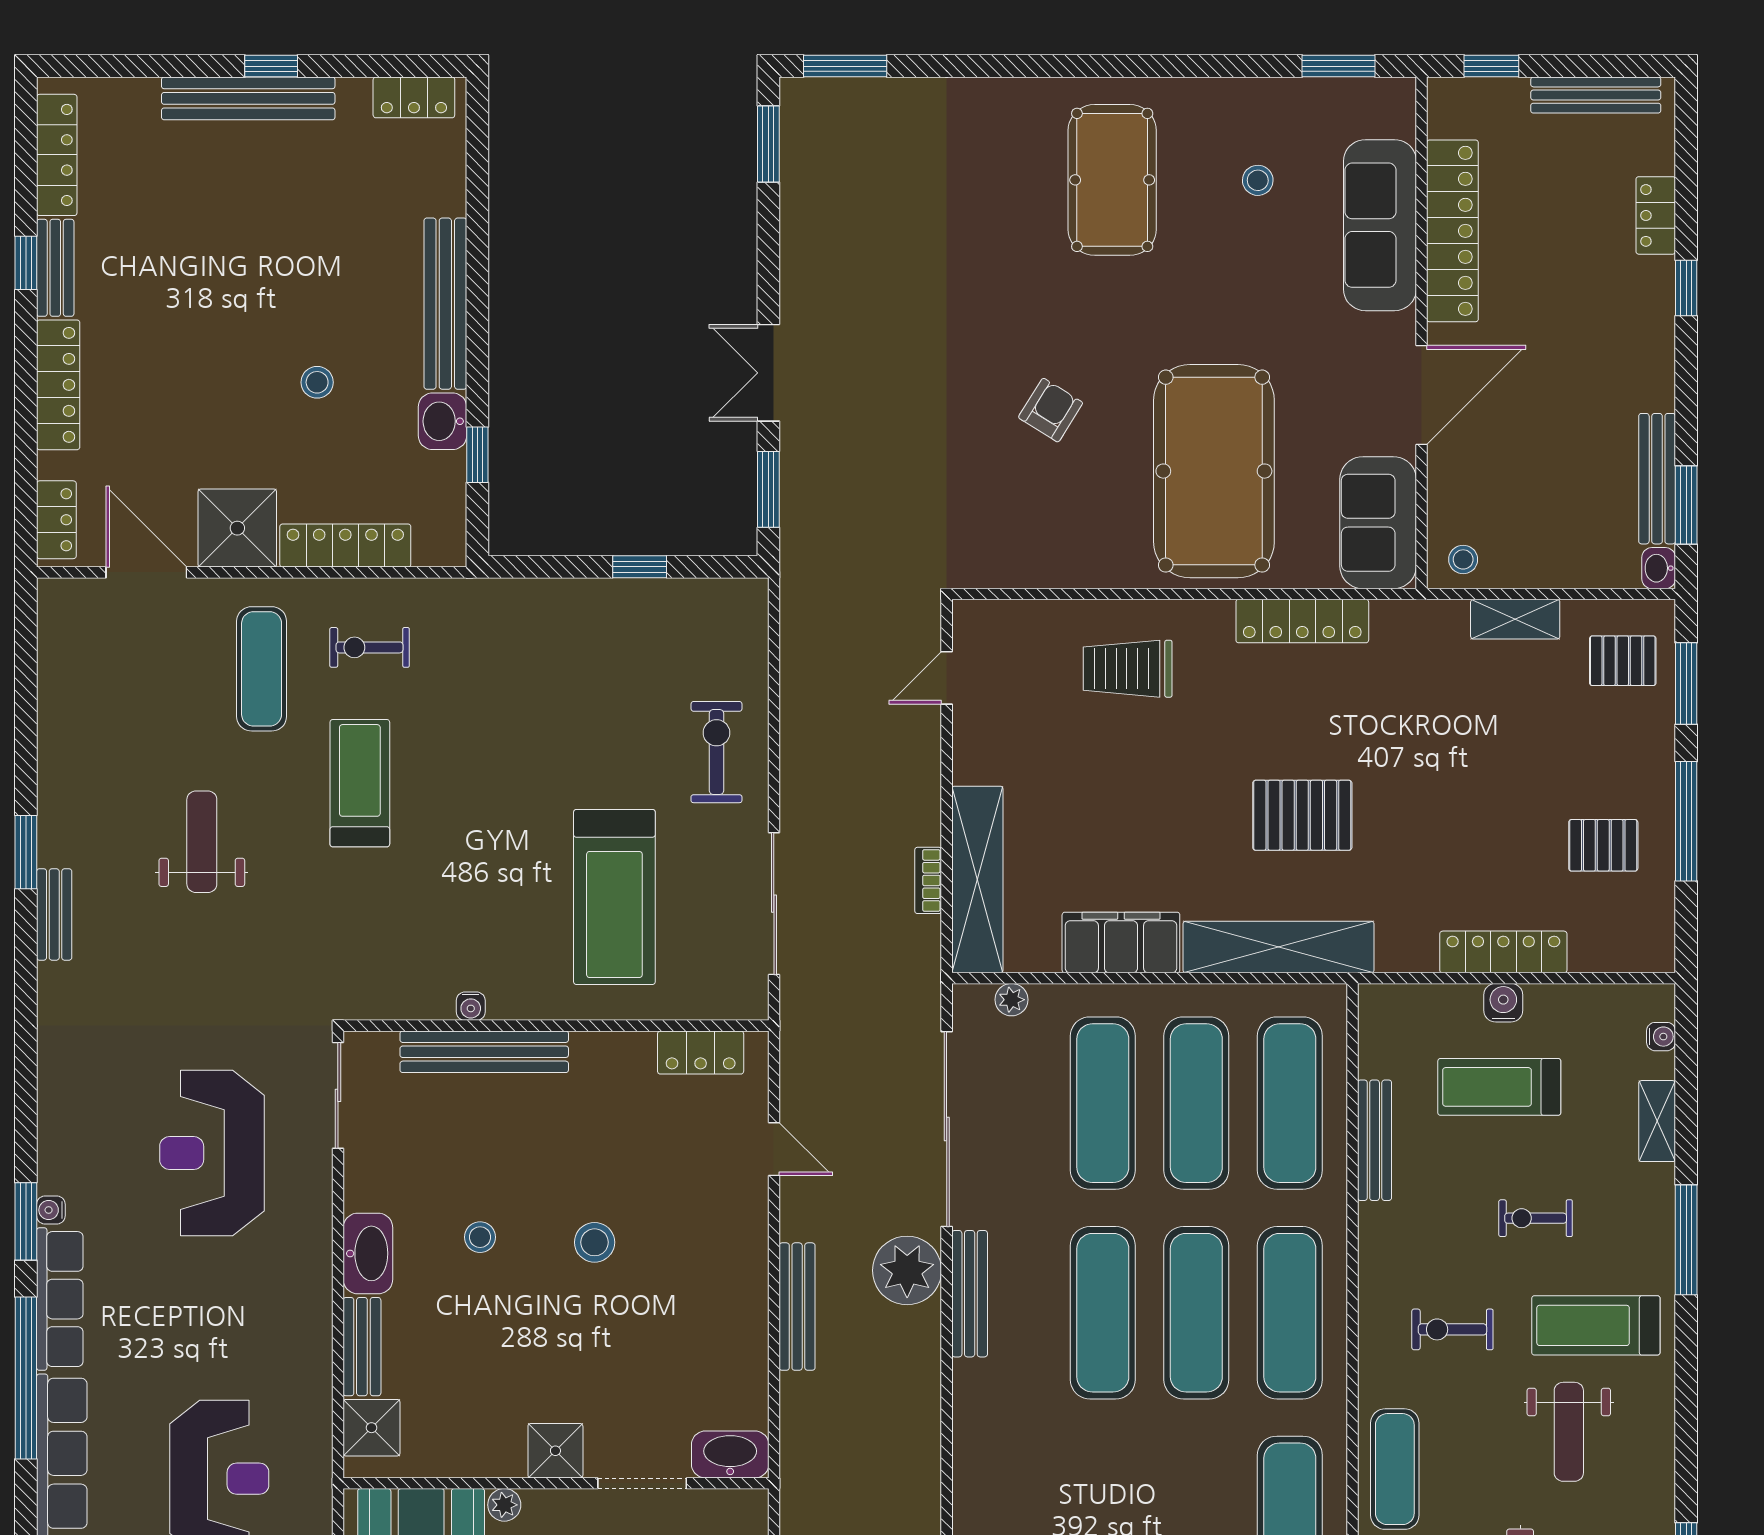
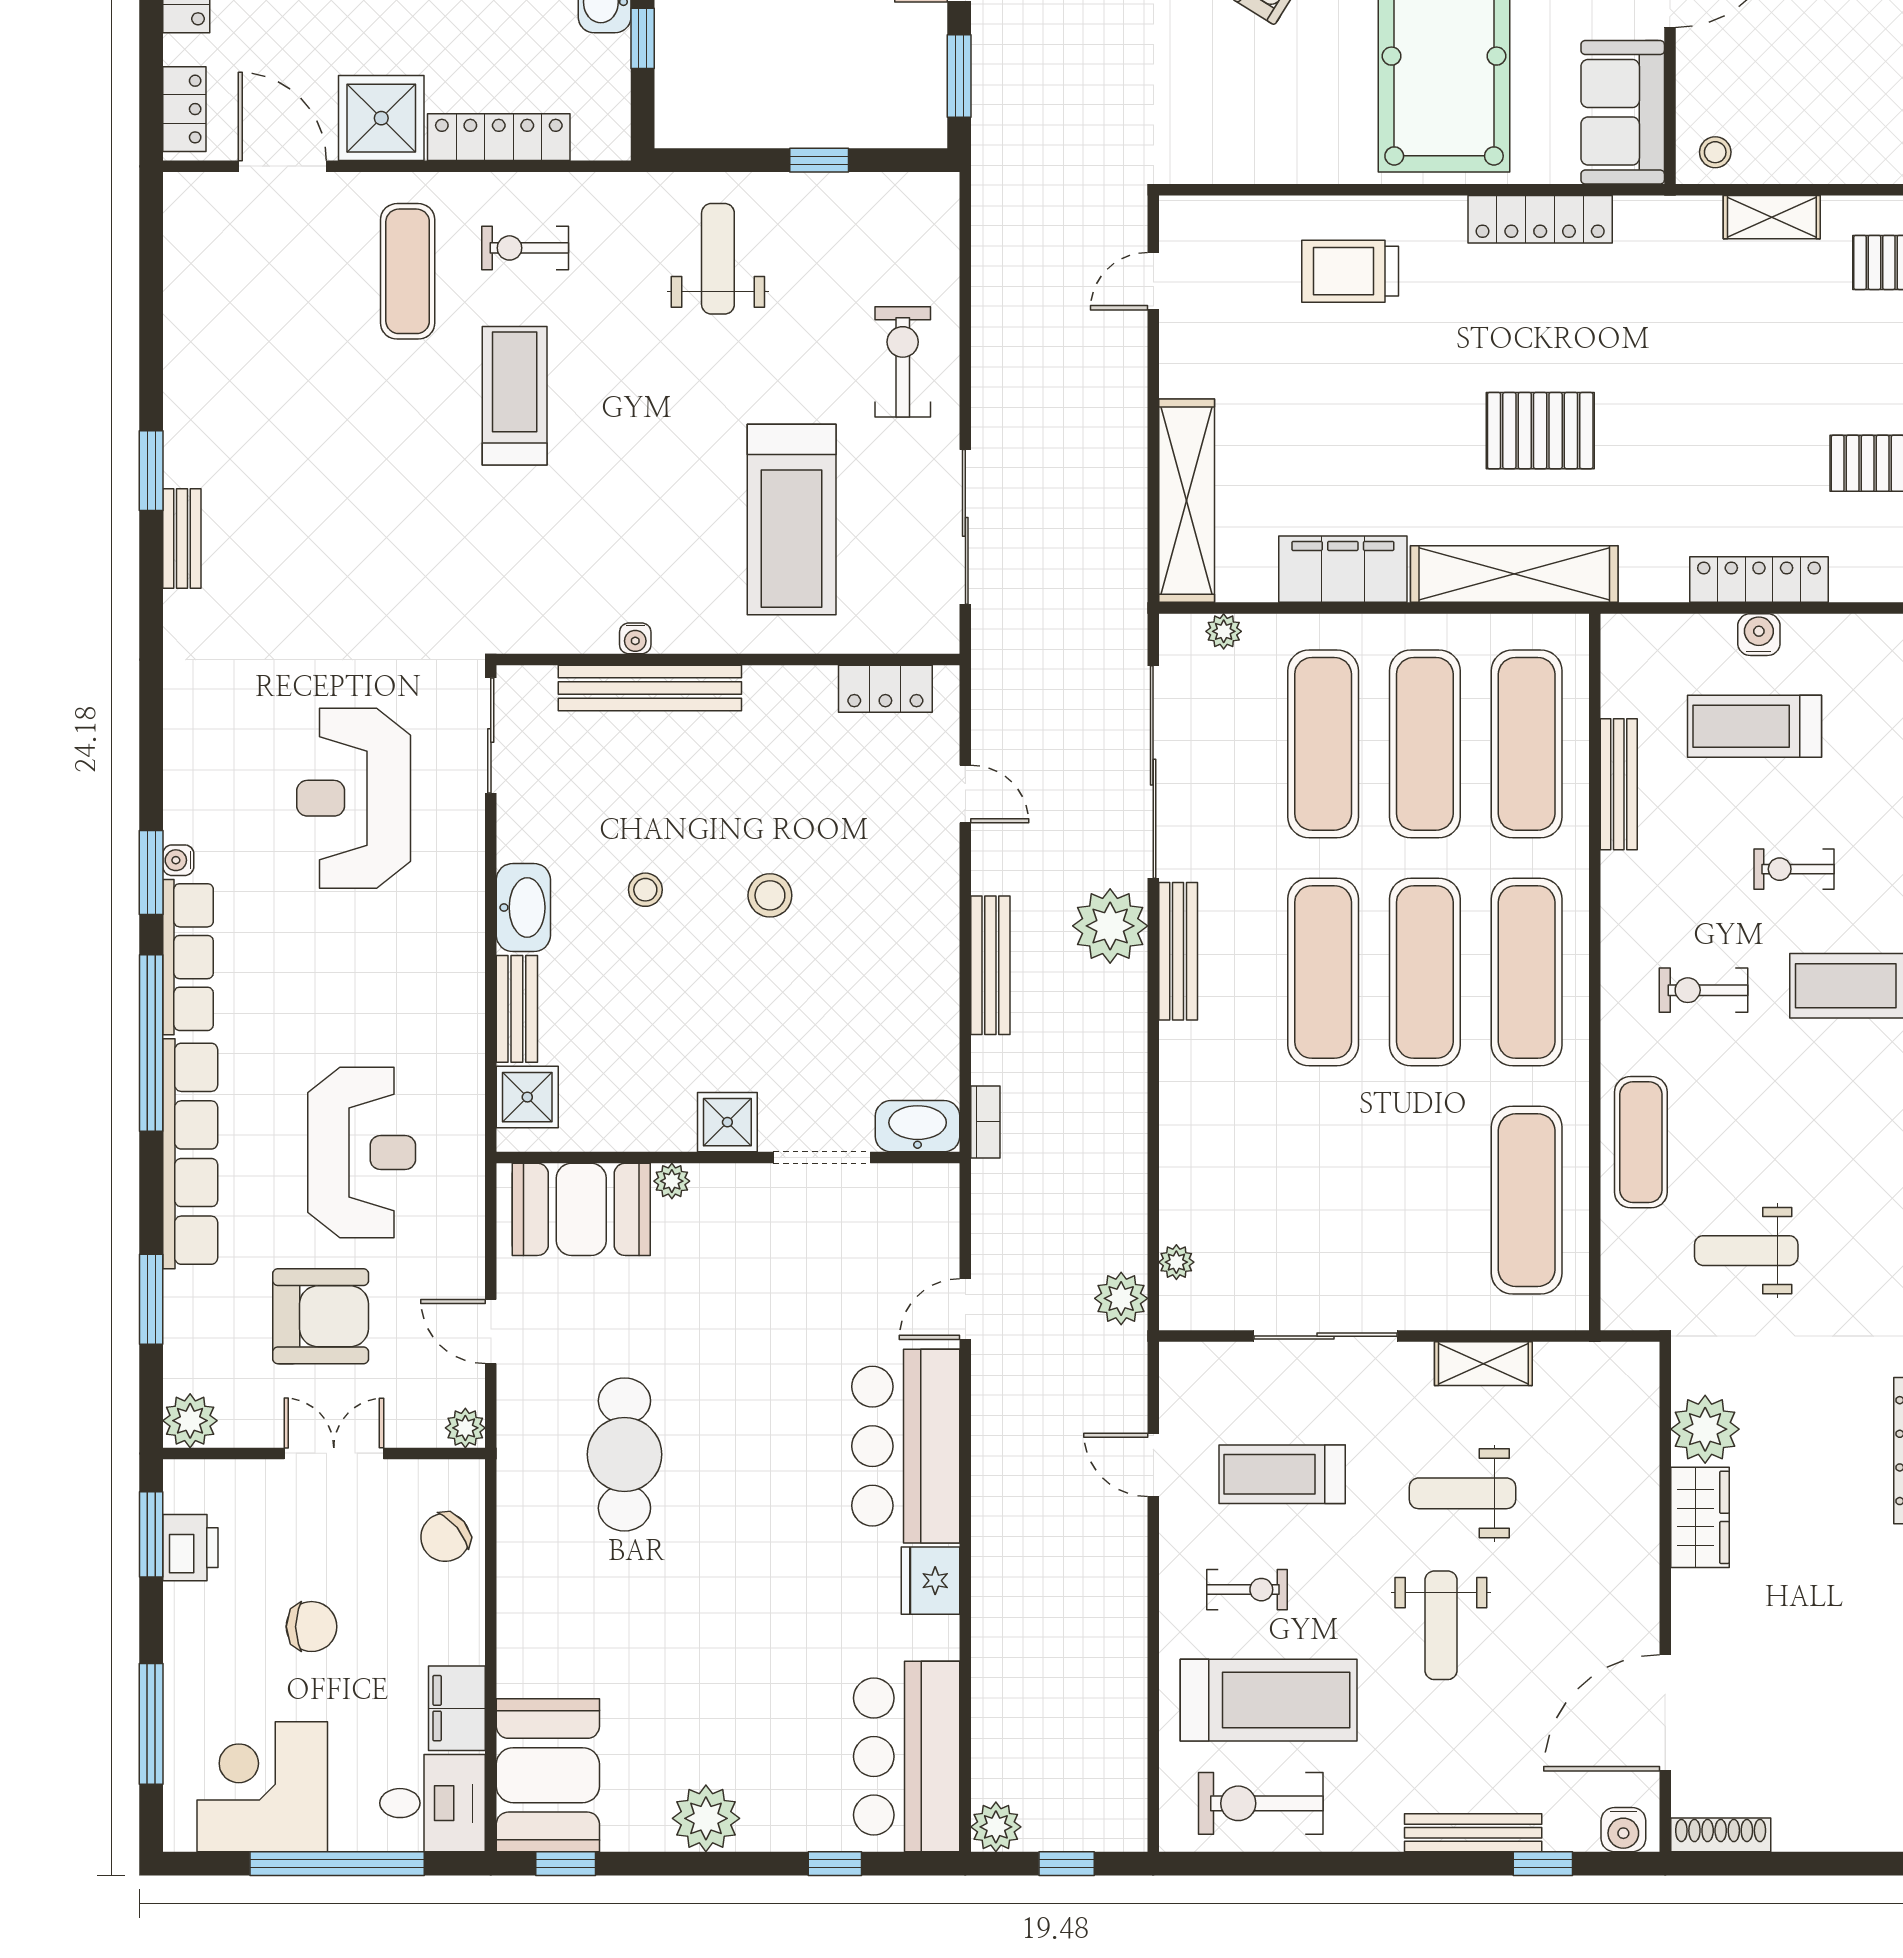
weight bench: (202, 842) -> (718, 259), moved
bookcase: (928, 880) -> (985, 1122), moved, turned 180
weight bench: (1569, 1432) -> (1830, 1102), removed

